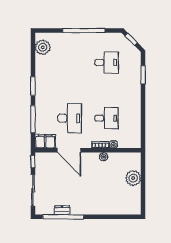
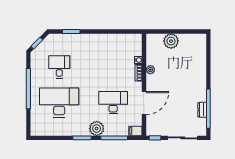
plant: (43, 47) -> (97, 129), moved
desk: (106, 118) -> (59, 103), moved, width x1.87, depth x1.30
filing cabinet: (45, 141) -> (135, 131), width x0.50

